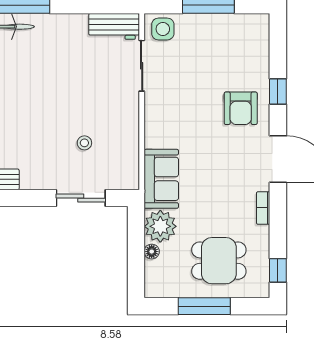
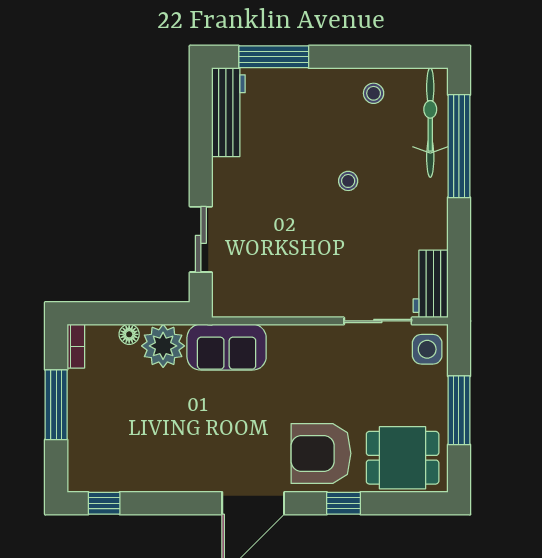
armchair: (241, 108) -> (321, 453), width x1.36, depth x1.36
stool: (84, 143) -> (348, 181), moved
bookcase: (263, 208) -> (76, 346), moved, turned 90
dining table: (219, 261) -> (403, 458), moved, turned 90

